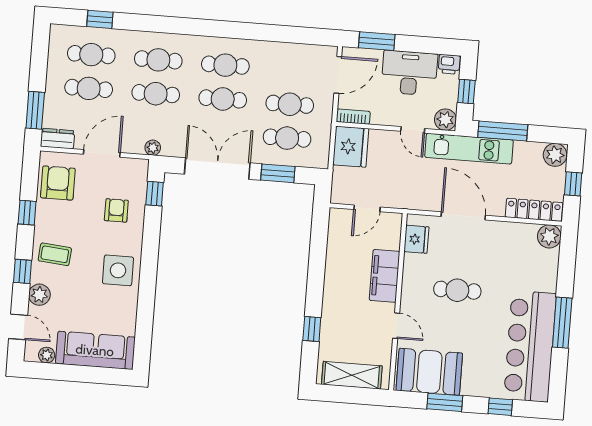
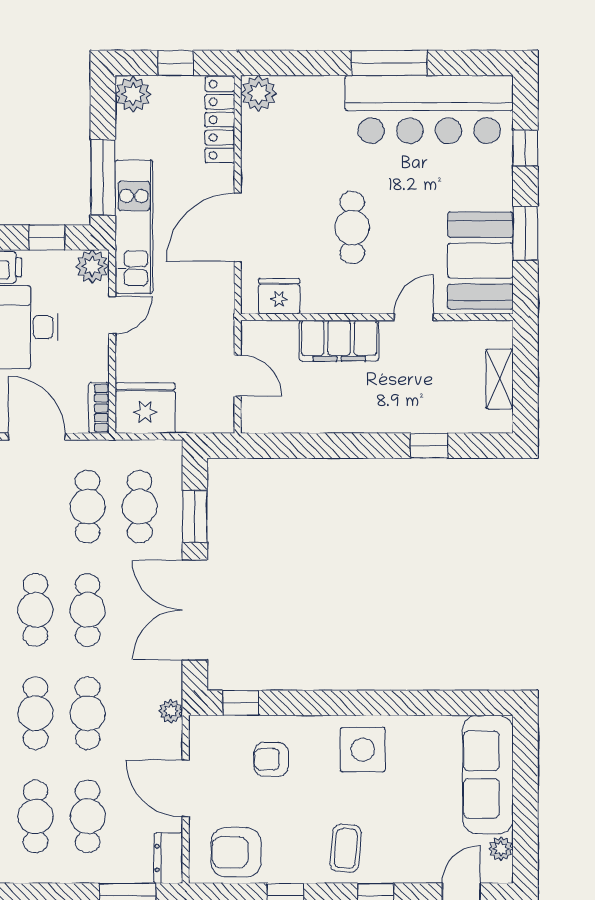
plant: (39, 295) -> (409, 867), removed
shelving: (352, 375) -> (500, 379), width x0.67, depth x0.75

